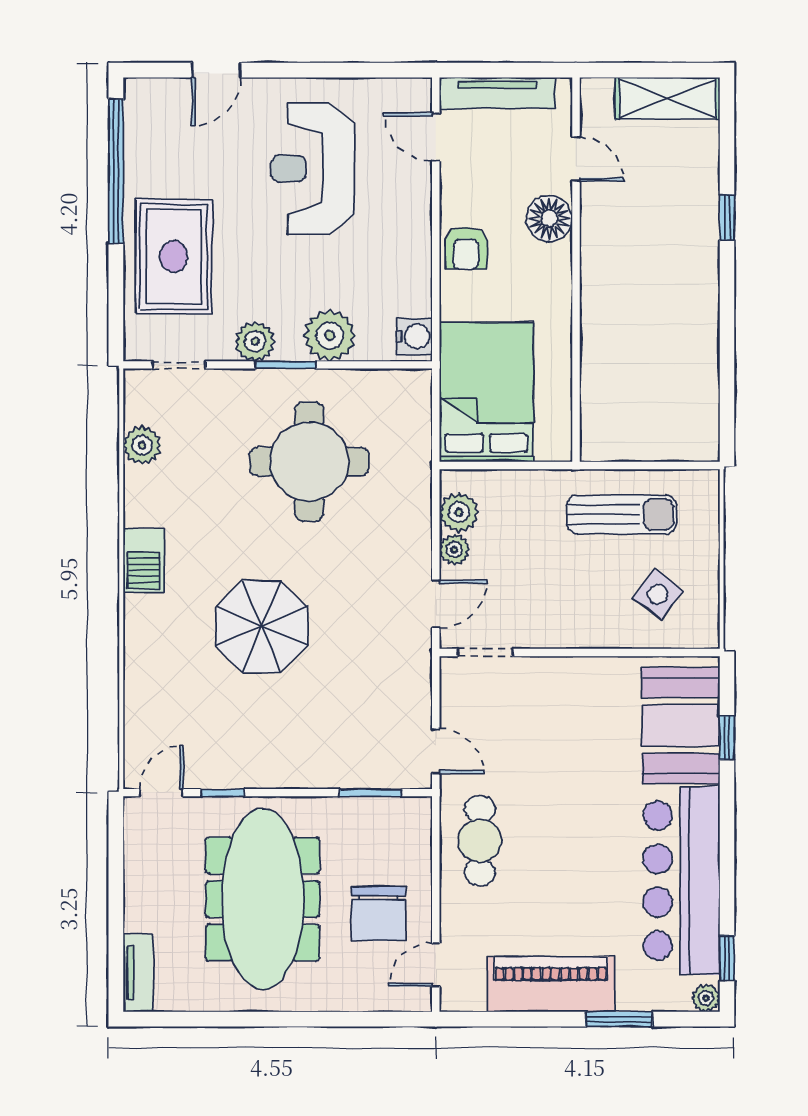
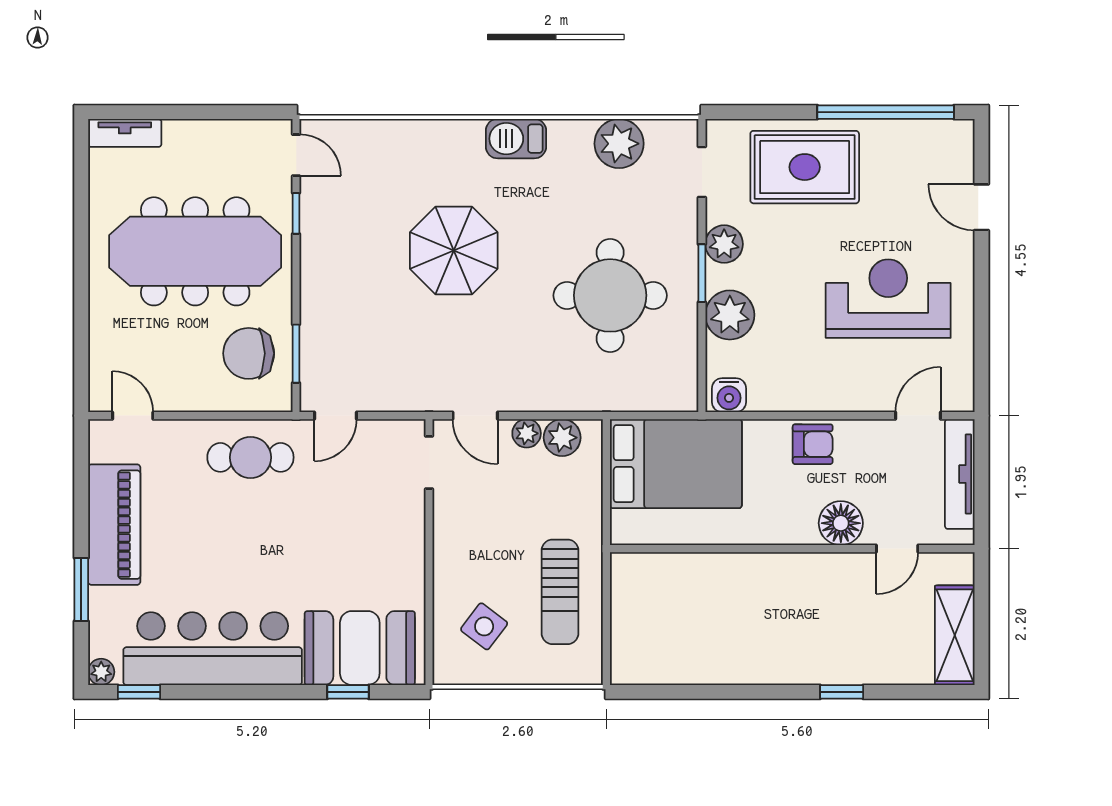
armchair: (466, 248) -> (813, 444), turned 180
plant: (142, 445) -> (619, 144), width x1.36, depth x1.36
chair: (379, 914) -> (249, 353), moved

